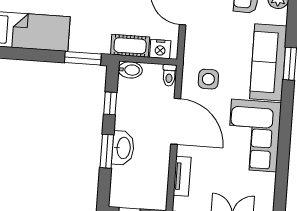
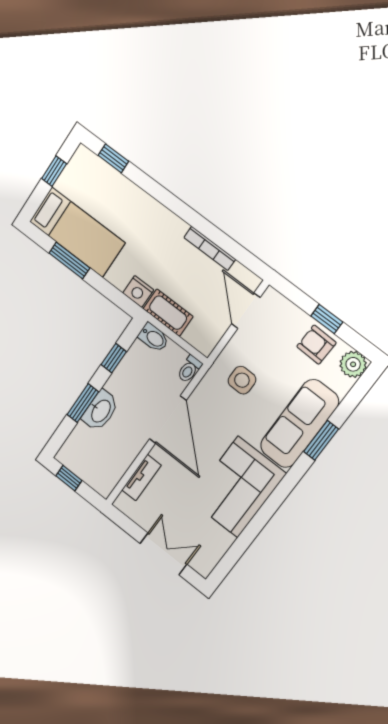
nightstand: (160, 49) -> (138, 291), moved
window: (83, 58) -> (69, 260), moved
side table: (208, 79) -> (242, 380), moved

